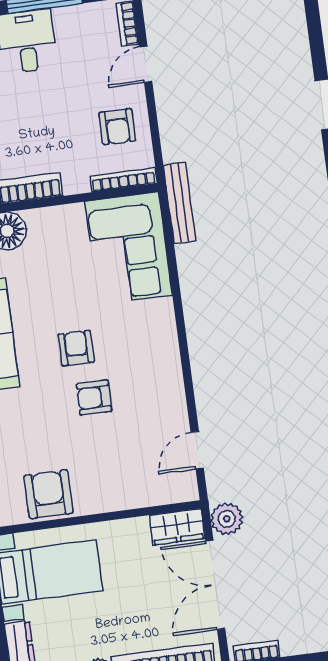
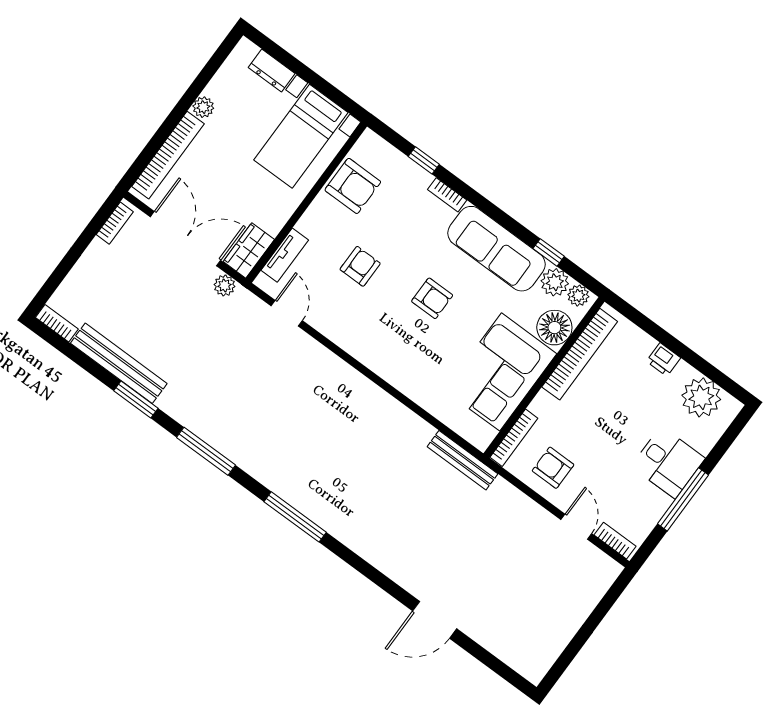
corner sofa: (129, 248) -> (501, 372), moved, turned -90
armchair: (94, 397) -> (360, 266), moved
tv unit: (153, 495) -> (285, 255), added
plant: (227, 519) -> (224, 285), width x0.73, depth x0.73

